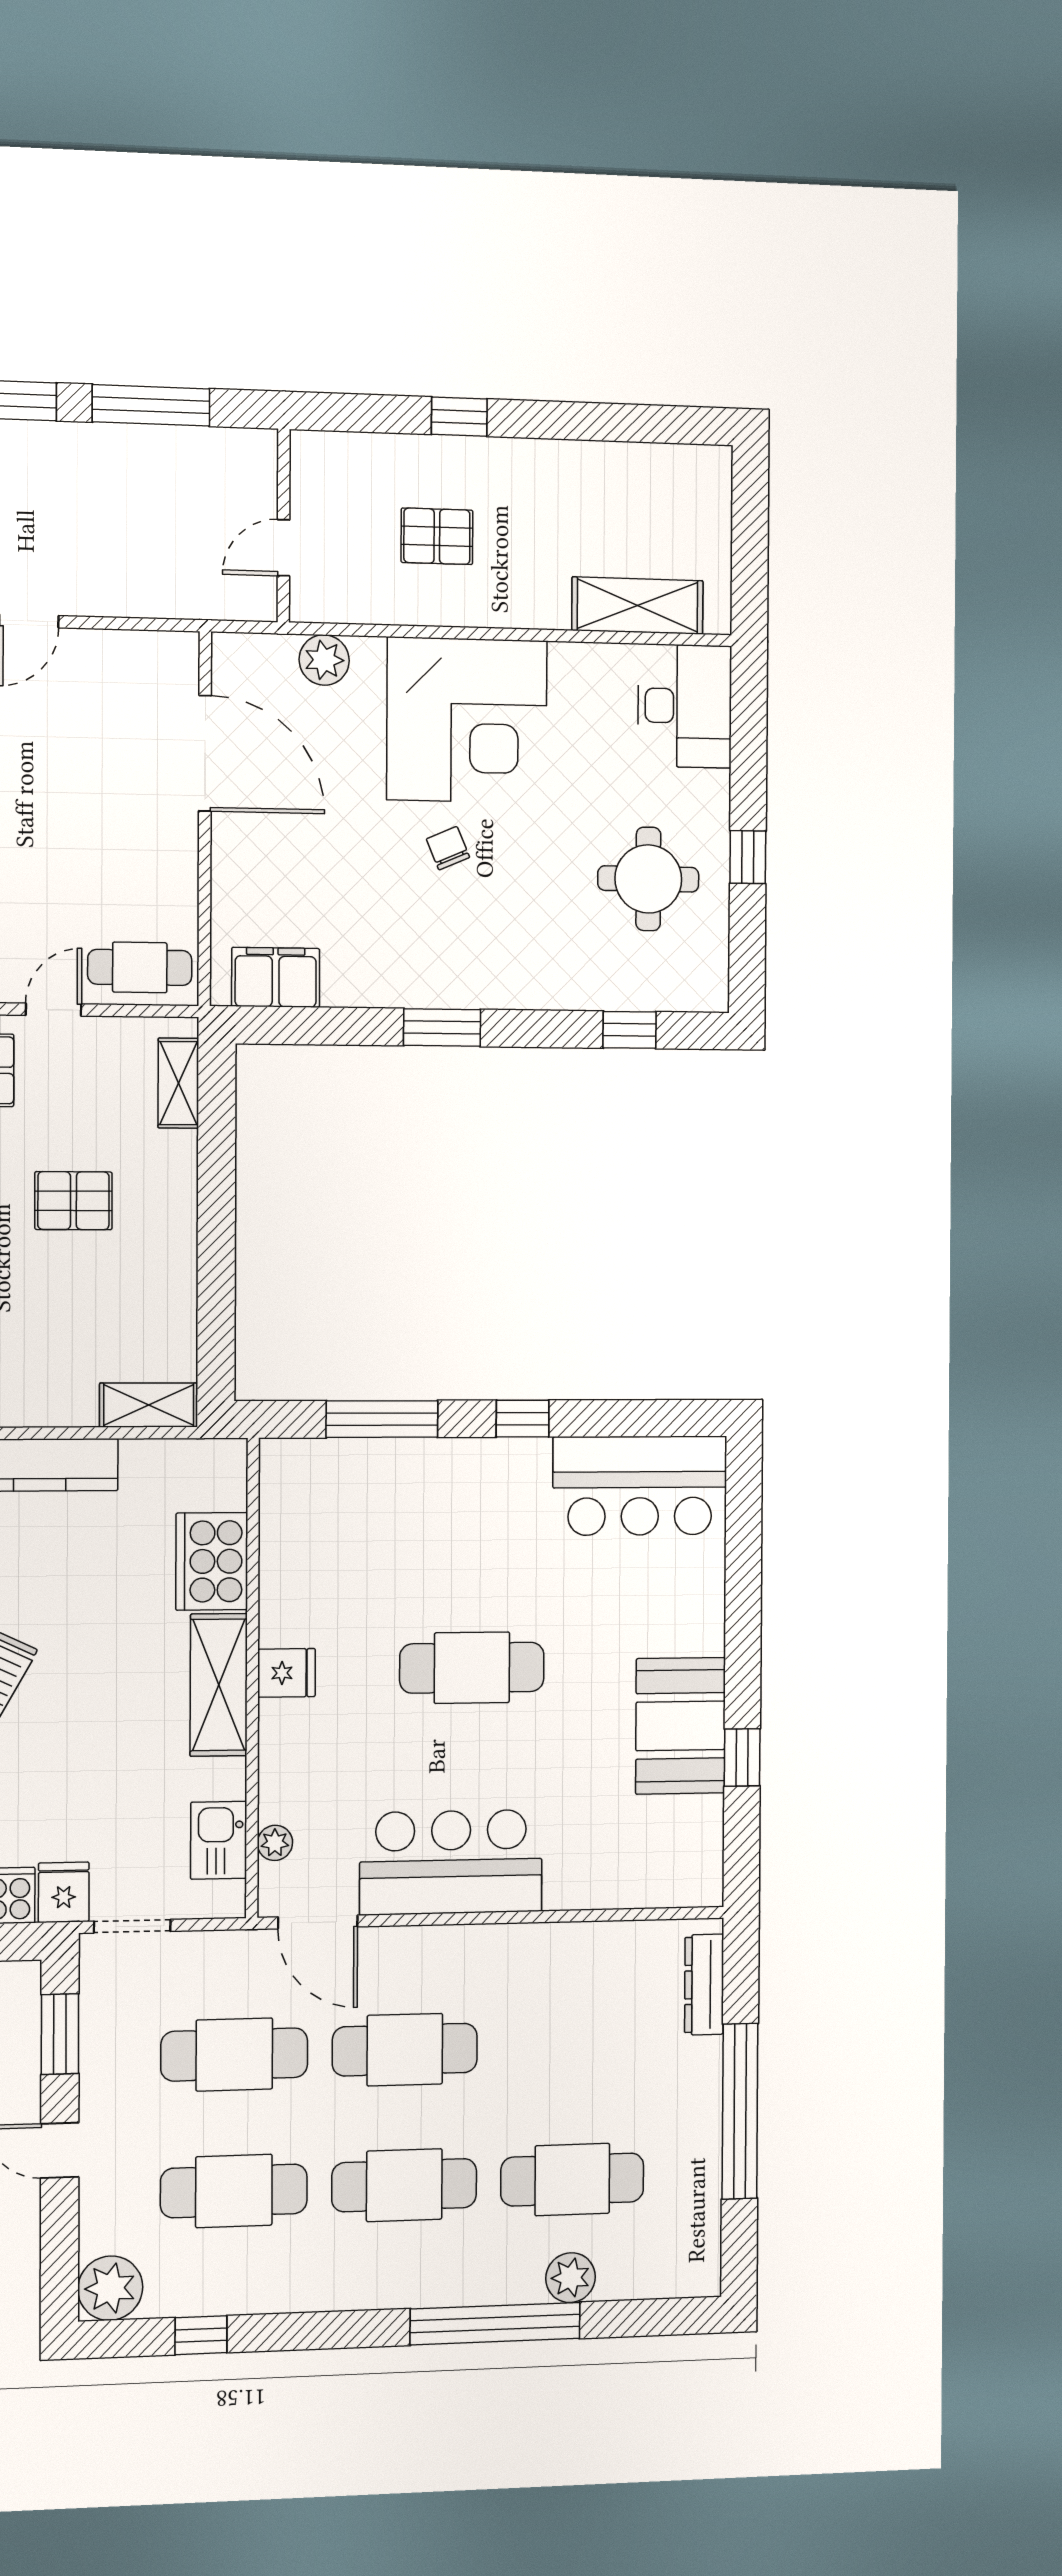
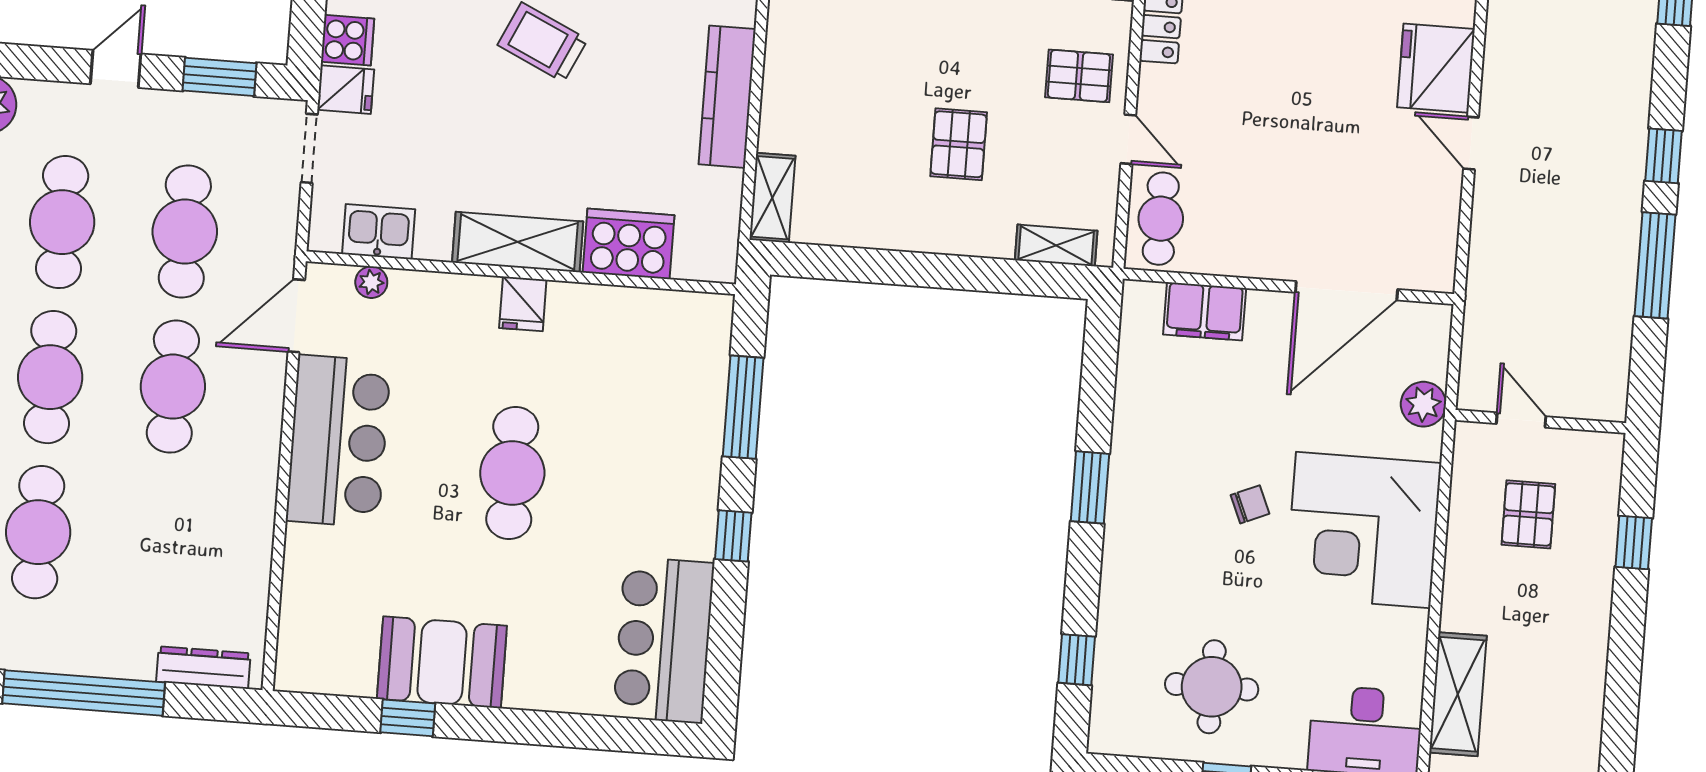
wall: (284, 526) -> (1541, 422), moved
door: (284, 548) -> (1521, 420), moved
filing cabinet: (276, 977) -> (1205, 311), moved, turned 90

